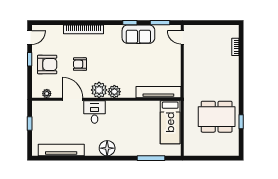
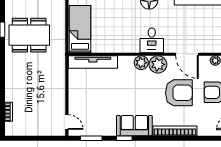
sofa: (138, 34) -> (134, 126), moved
armchair: (80, 64) -> (179, 93), width x1.88, depth x1.88
desk: (95, 112) -> (152, 40), moved

